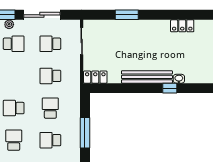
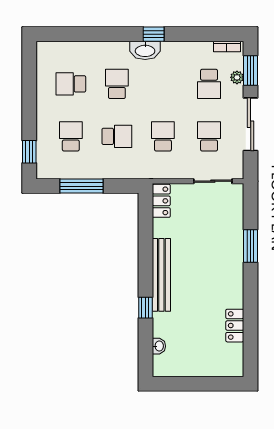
washbasin: (179, 79) -> (159, 346), moved
school desk: (14, 140) -> (71, 84), turned 180

